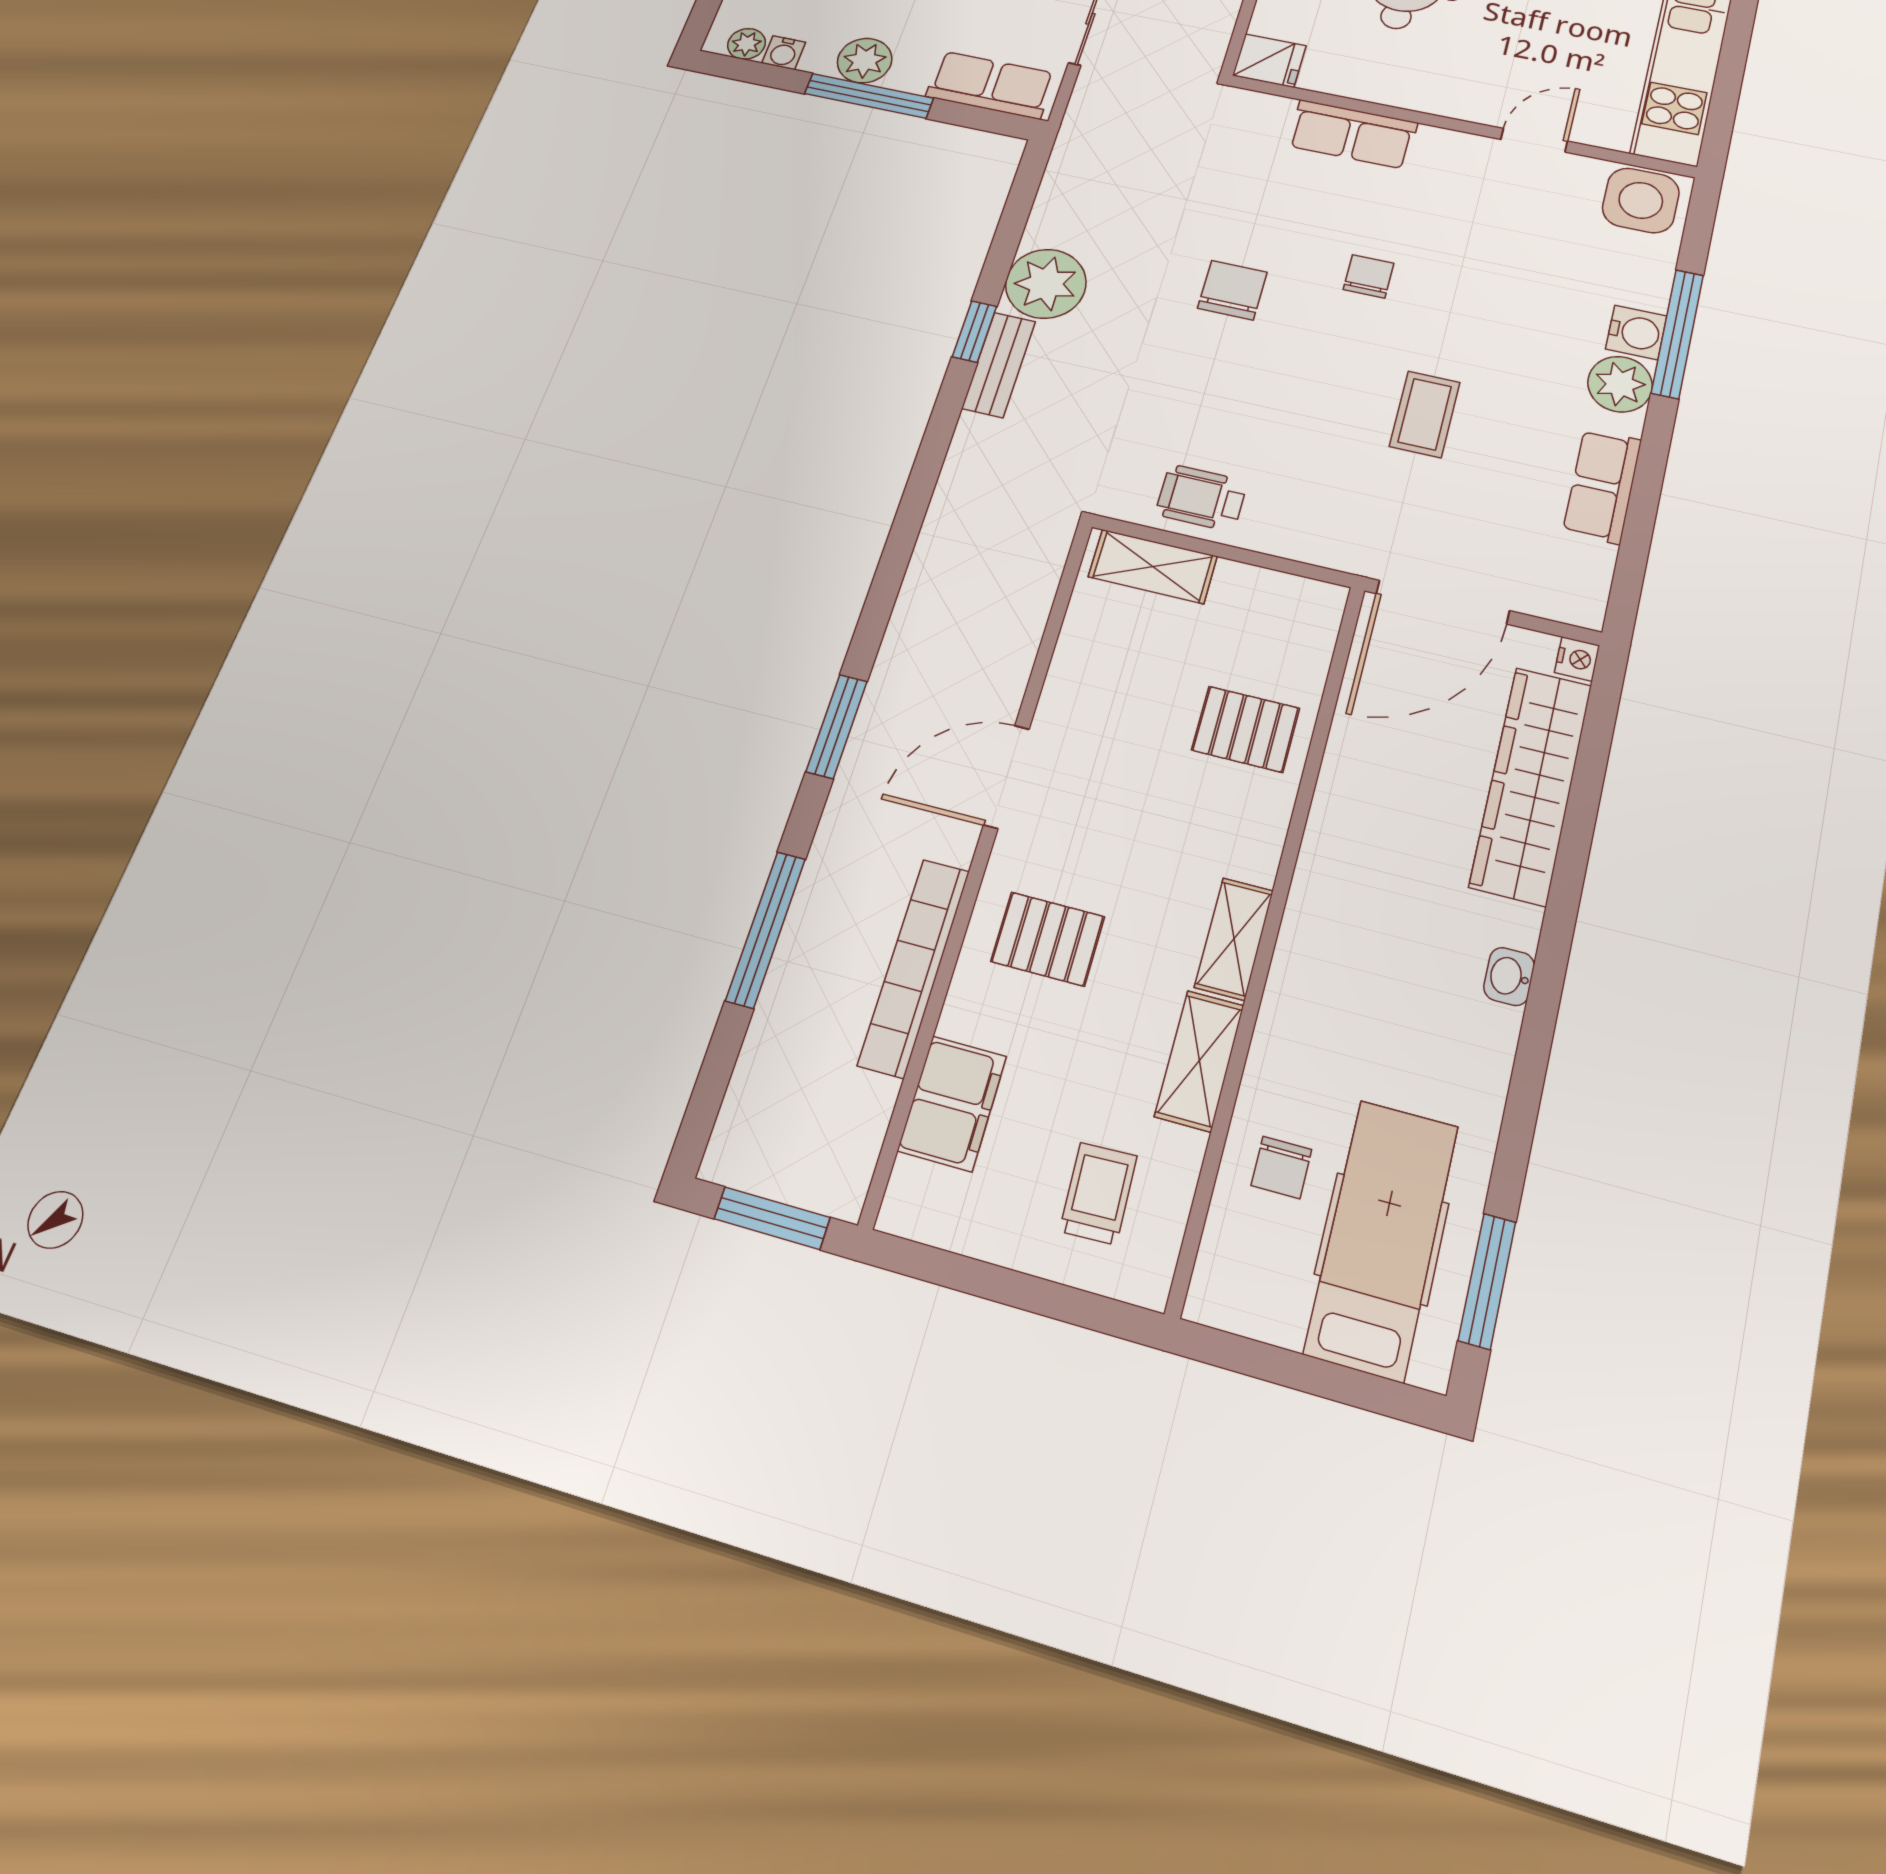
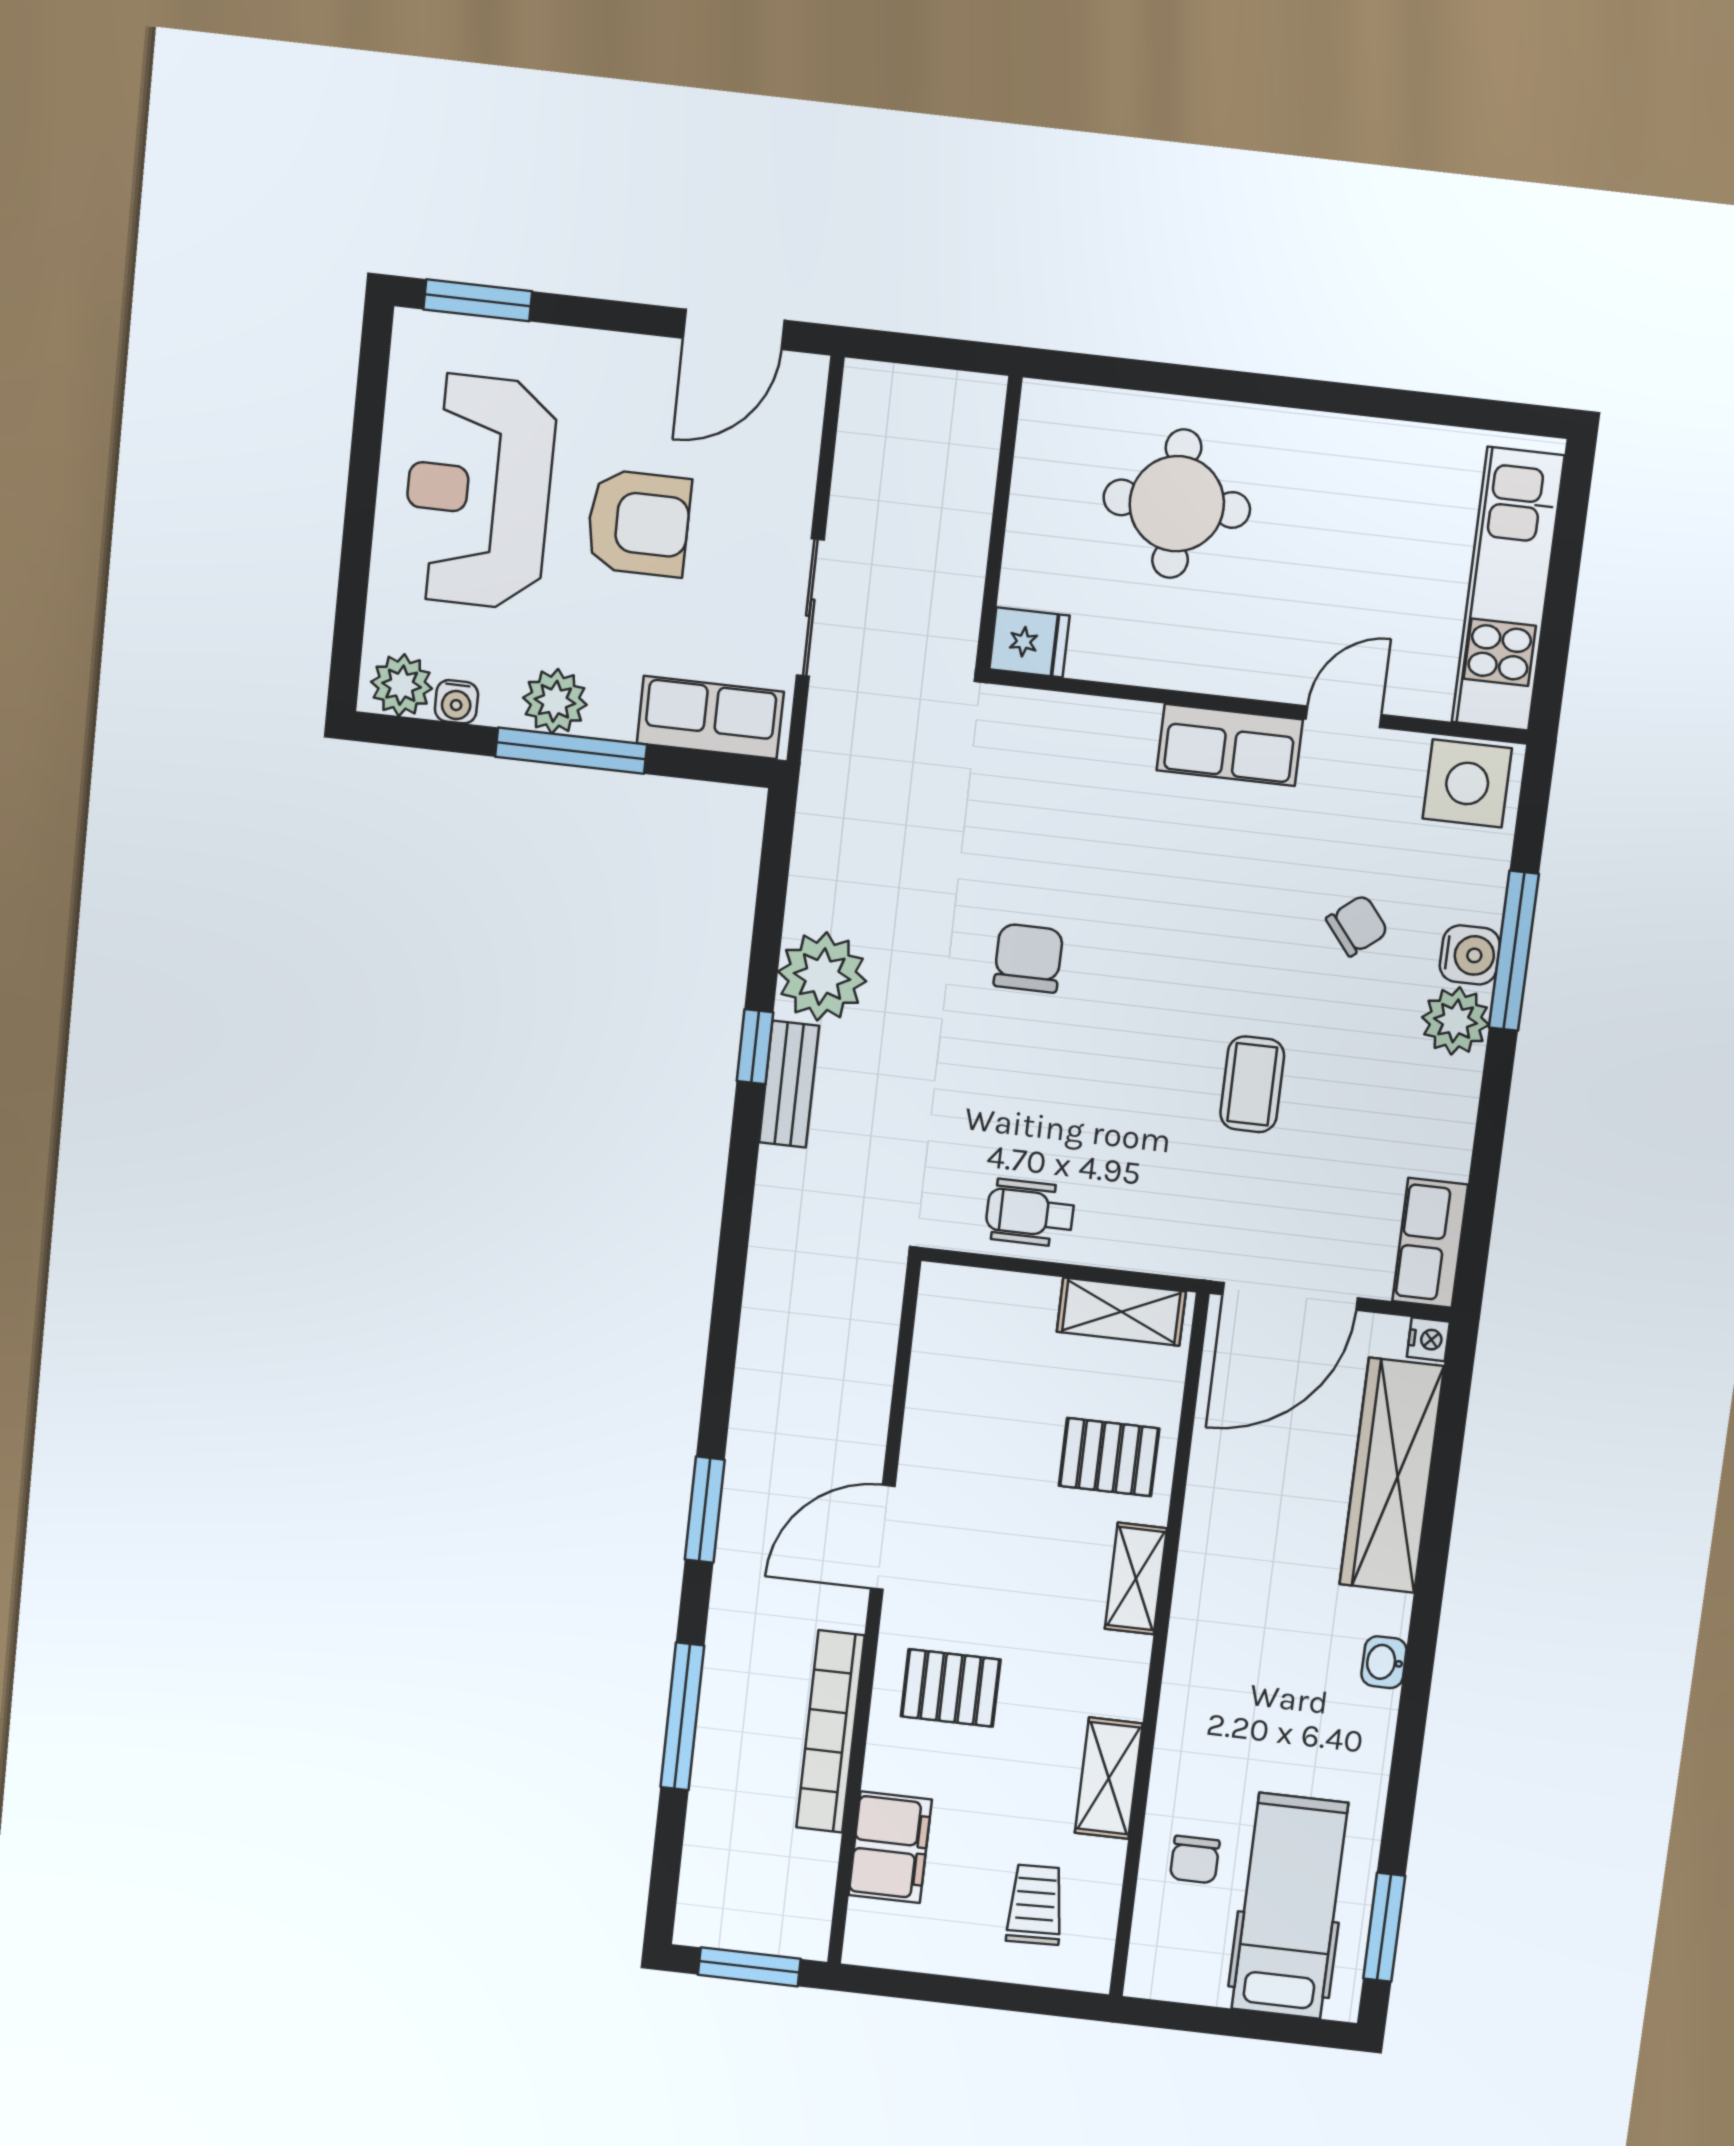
plant: (746, 44) -> (402, 685), width x1.38, depth x1.38
row of seats: (1352, 134) -> (1230, 745), moved
chair: (1369, 276) -> (1357, 925), moved, turned 51
row of seats: (1602, 486) -> (1430, 1243), moved
shelving: (1153, 566) -> (1121, 1312), moved
shelving: (1234, 939) -> (1136, 1579), moved

